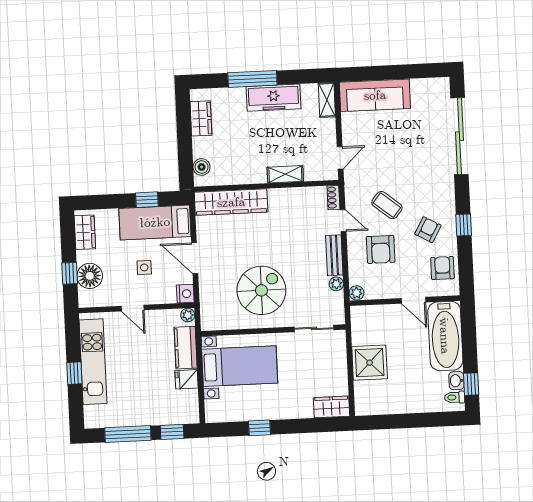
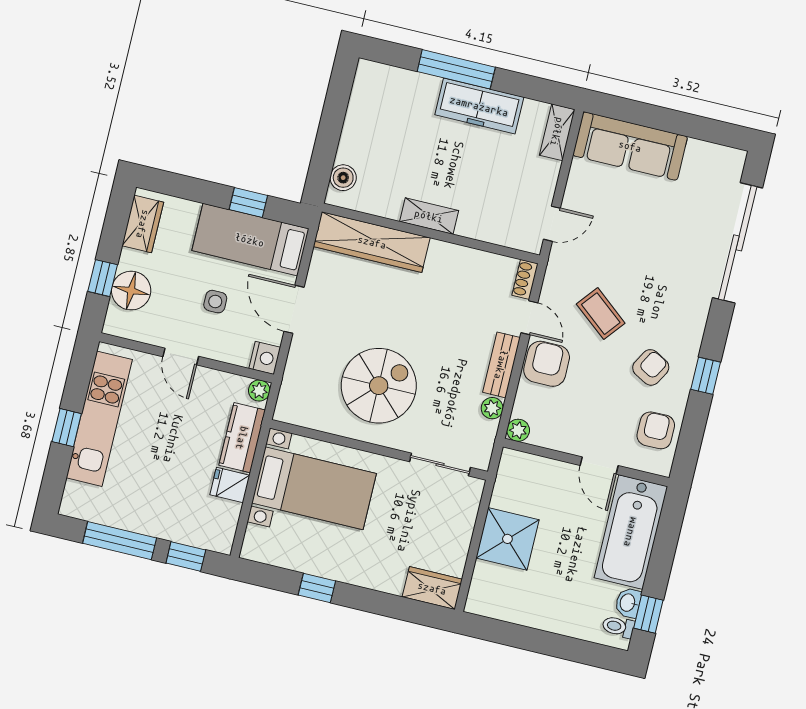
wardrobe: (201, 118) -> (363, 106), removed
shelving: (285, 174) -> (429, 216), moved
armchair: (381, 249) -> (547, 364), moved, turned 180

